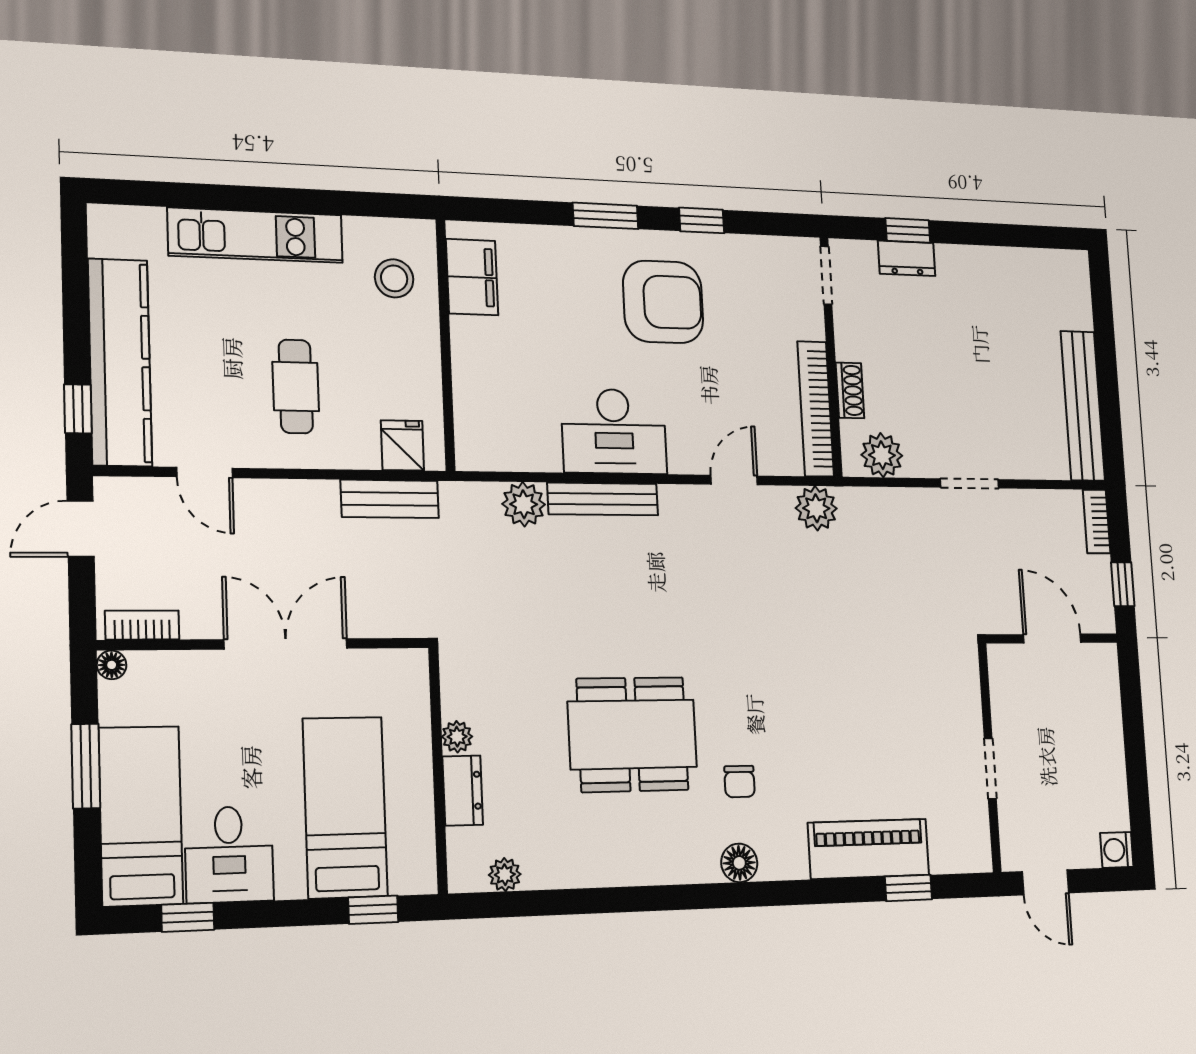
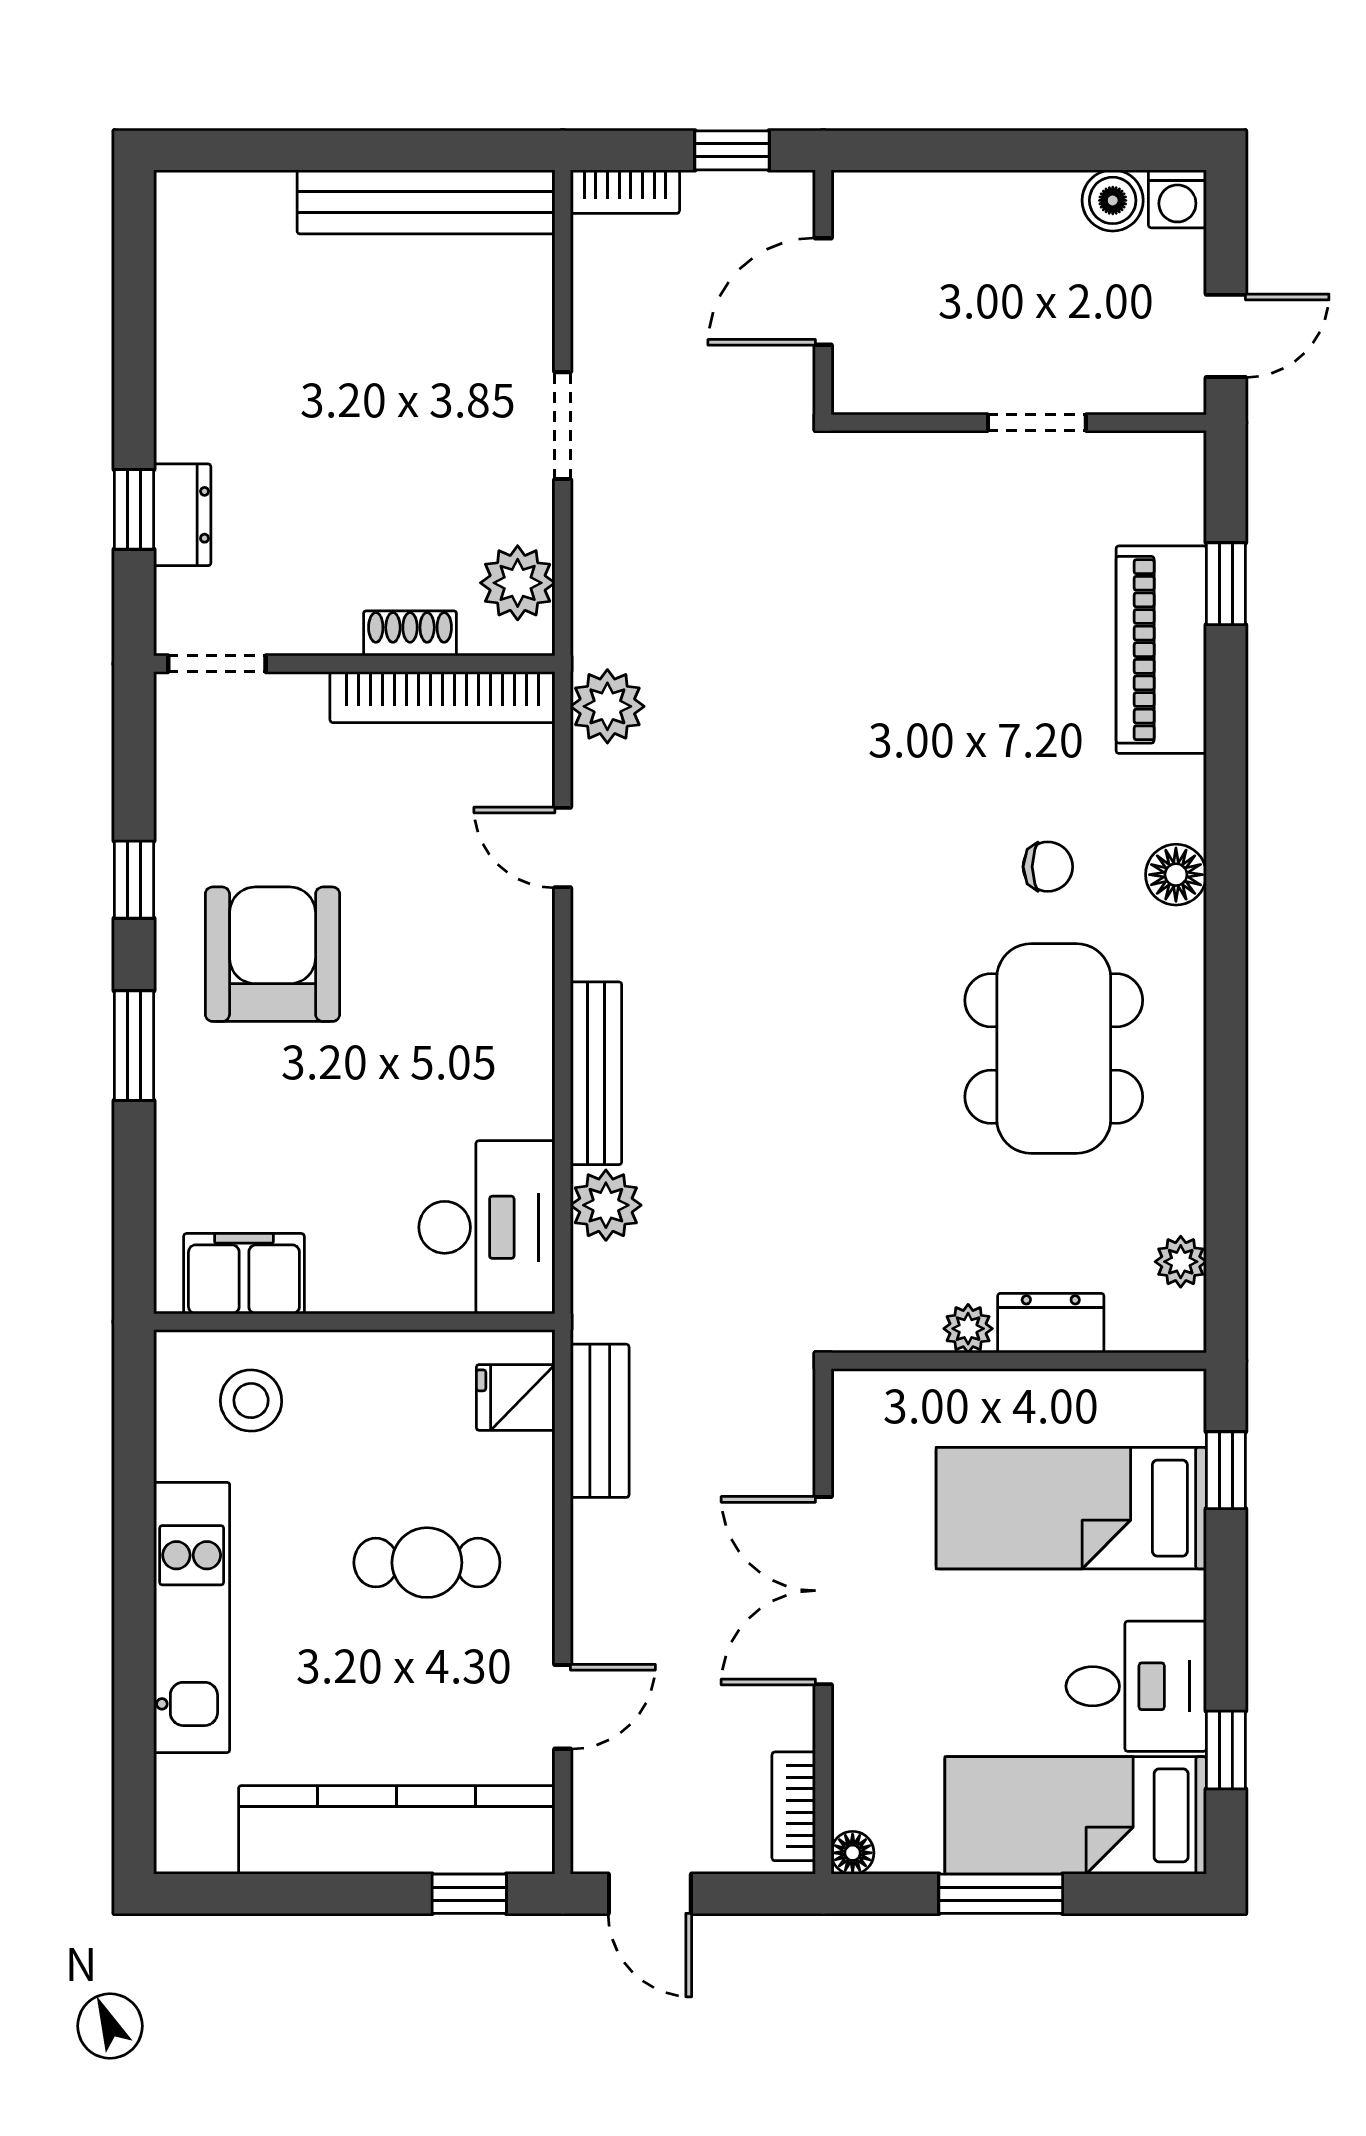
desk: (614, 431) -> (487, 1227), moved
dining table: (632, 734) -> (1054, 1049), moved
boiler: (1113, 811) -> (1113, 200), added

